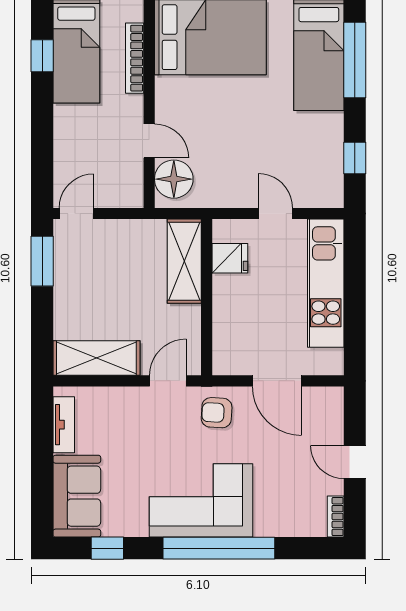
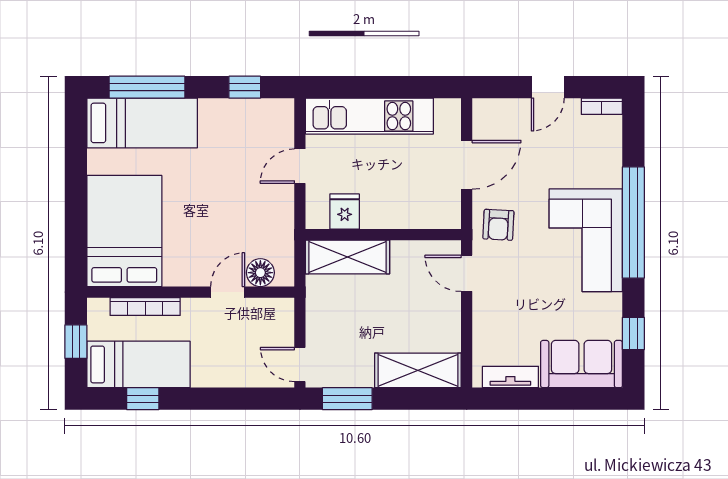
floor lamp: (174, 179) -> (260, 273), width x0.73, depth x0.73
shelving: (96, 358) -> (418, 370), moved, turned 90

